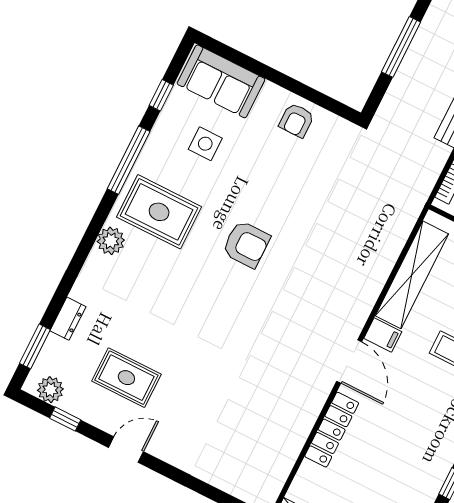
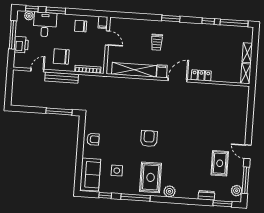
window: (401, 47) -> (59, 111), moved
window: (65, 419) -> (246, 180), width x2.17
locker: (332, 430) -> (201, 75), width x0.66

